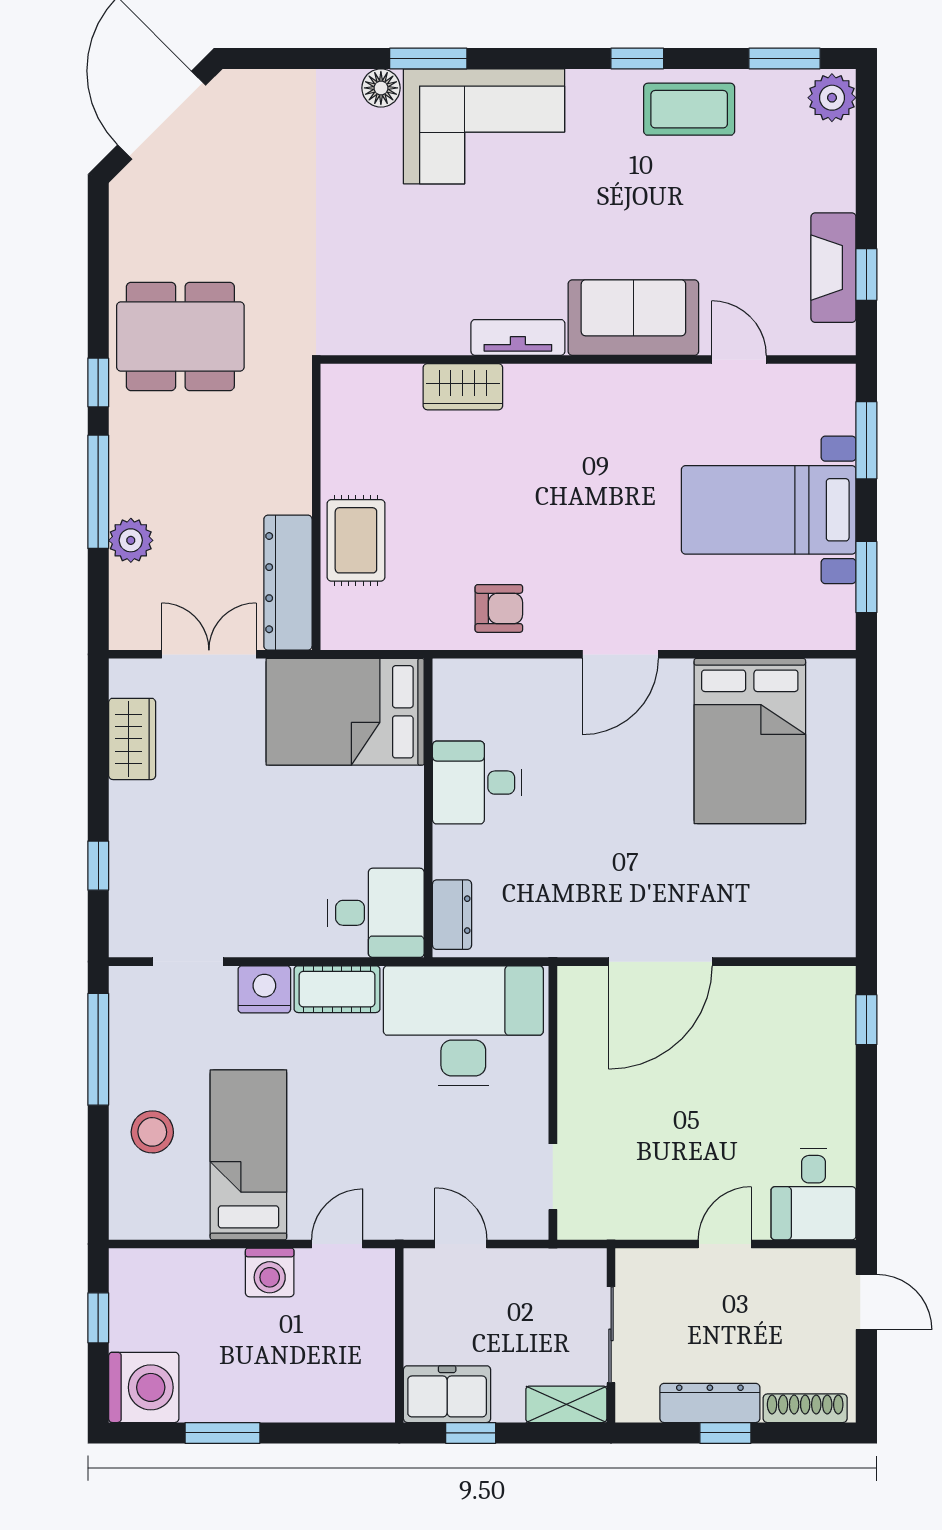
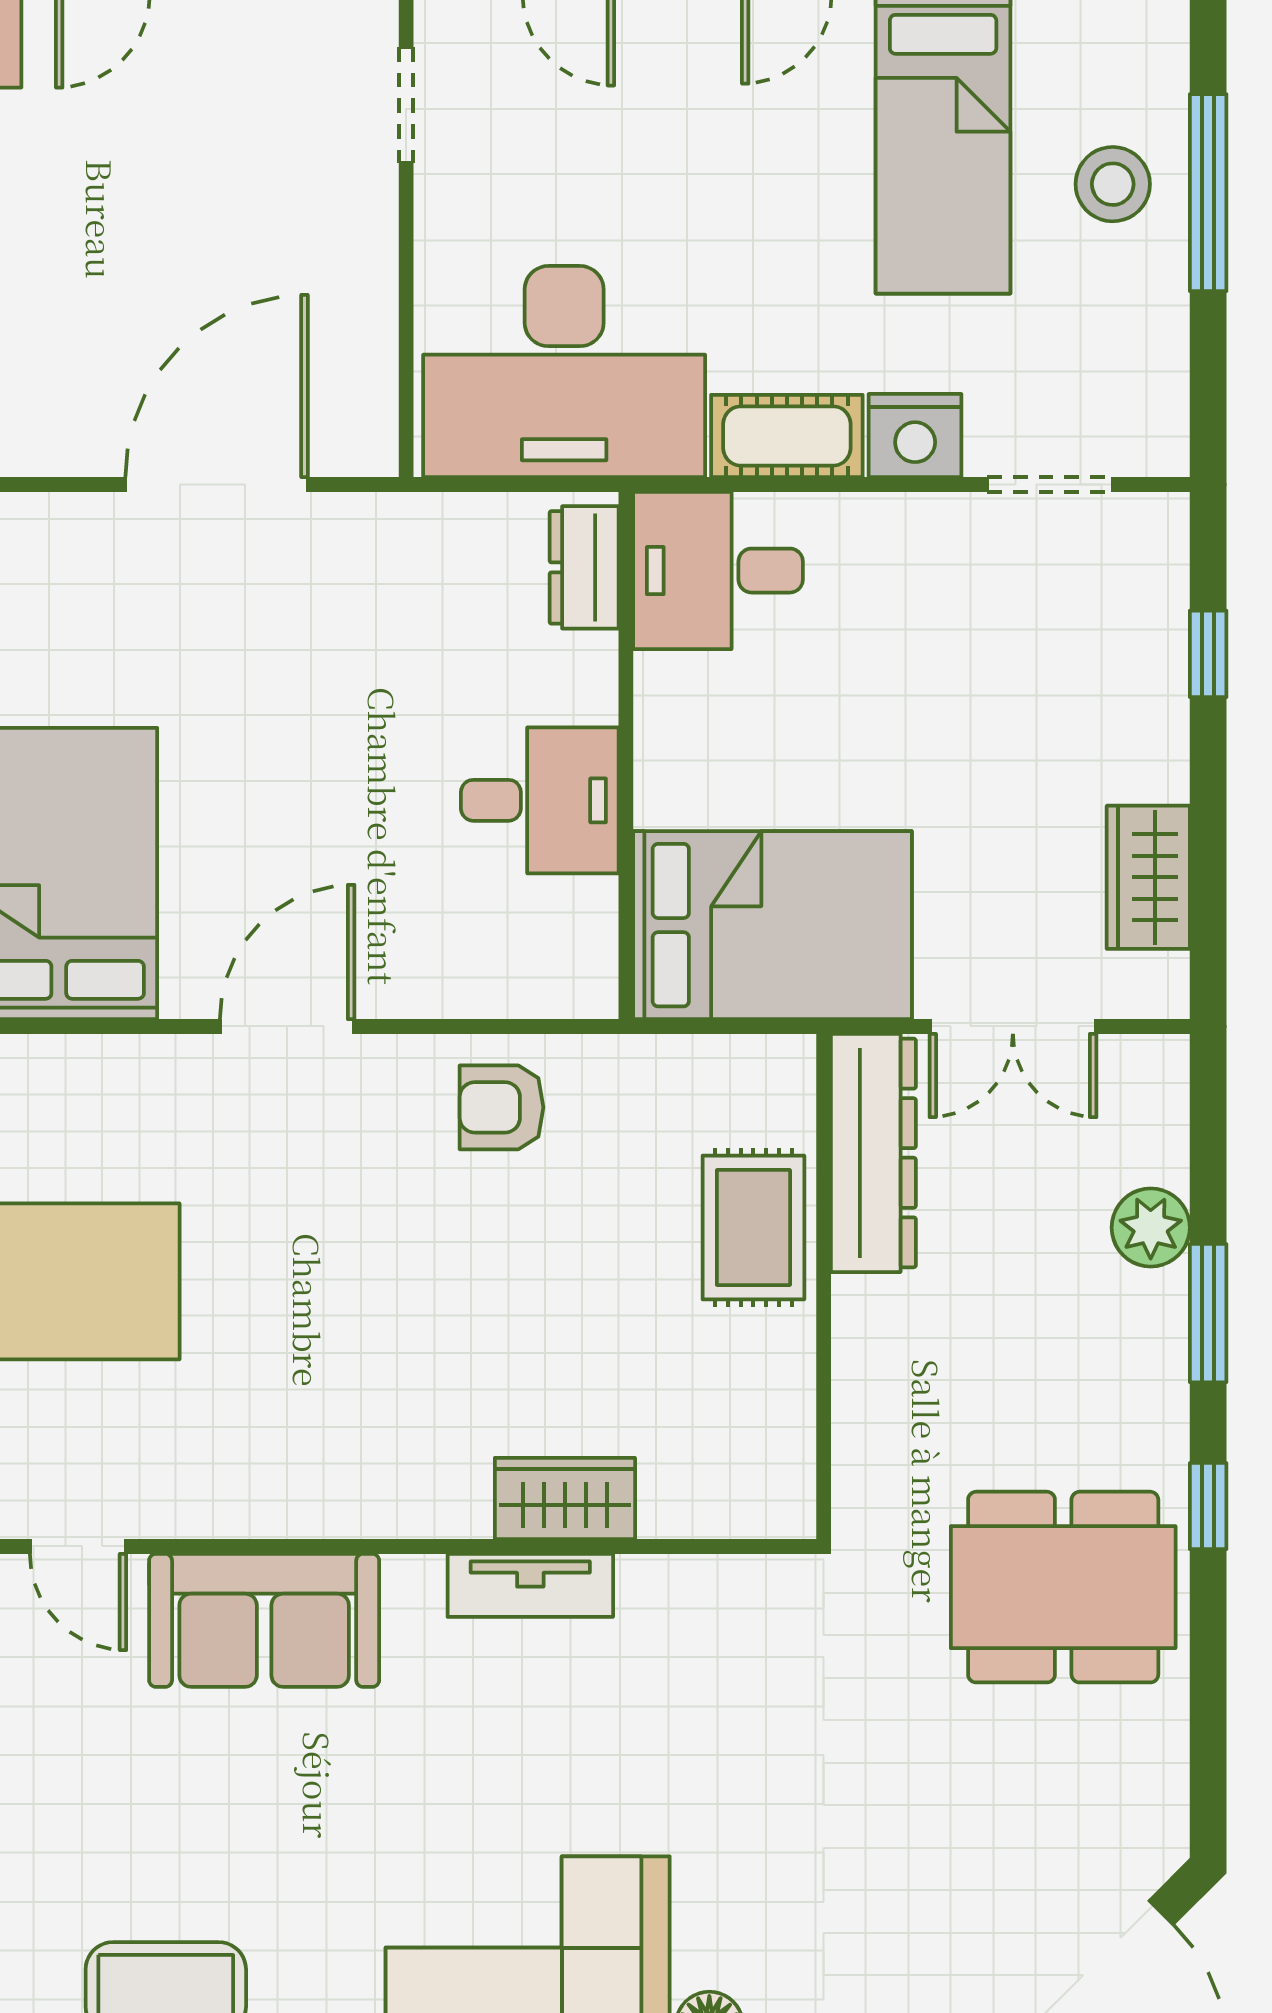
tv unit: (518, 337) -> (530, 1585), moved
window: (98, 492) -> (1208, 1313), width x0.69
window: (98, 1049) -> (1208, 193), moved

